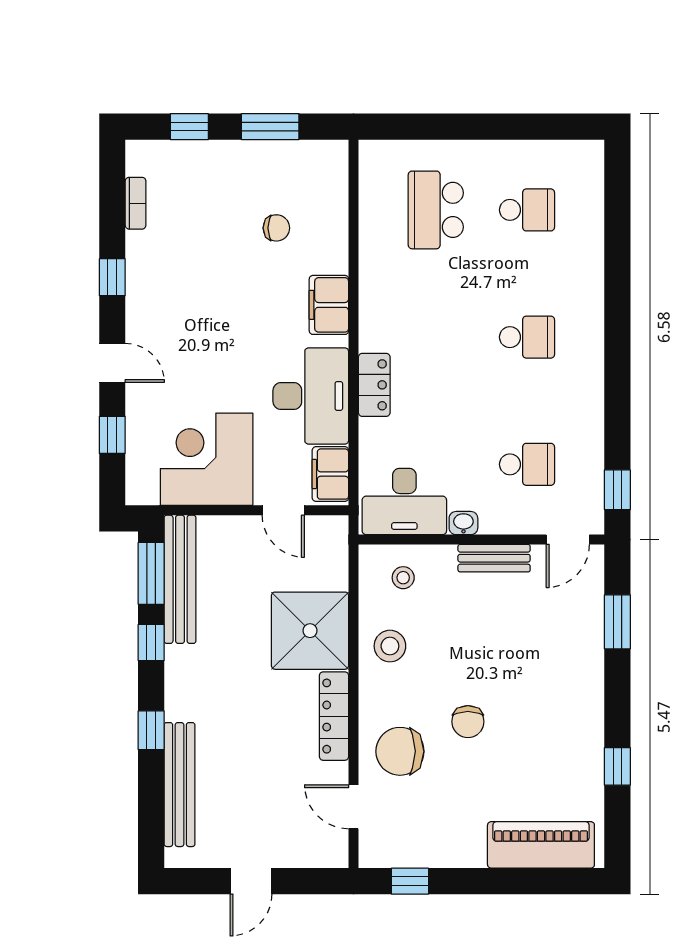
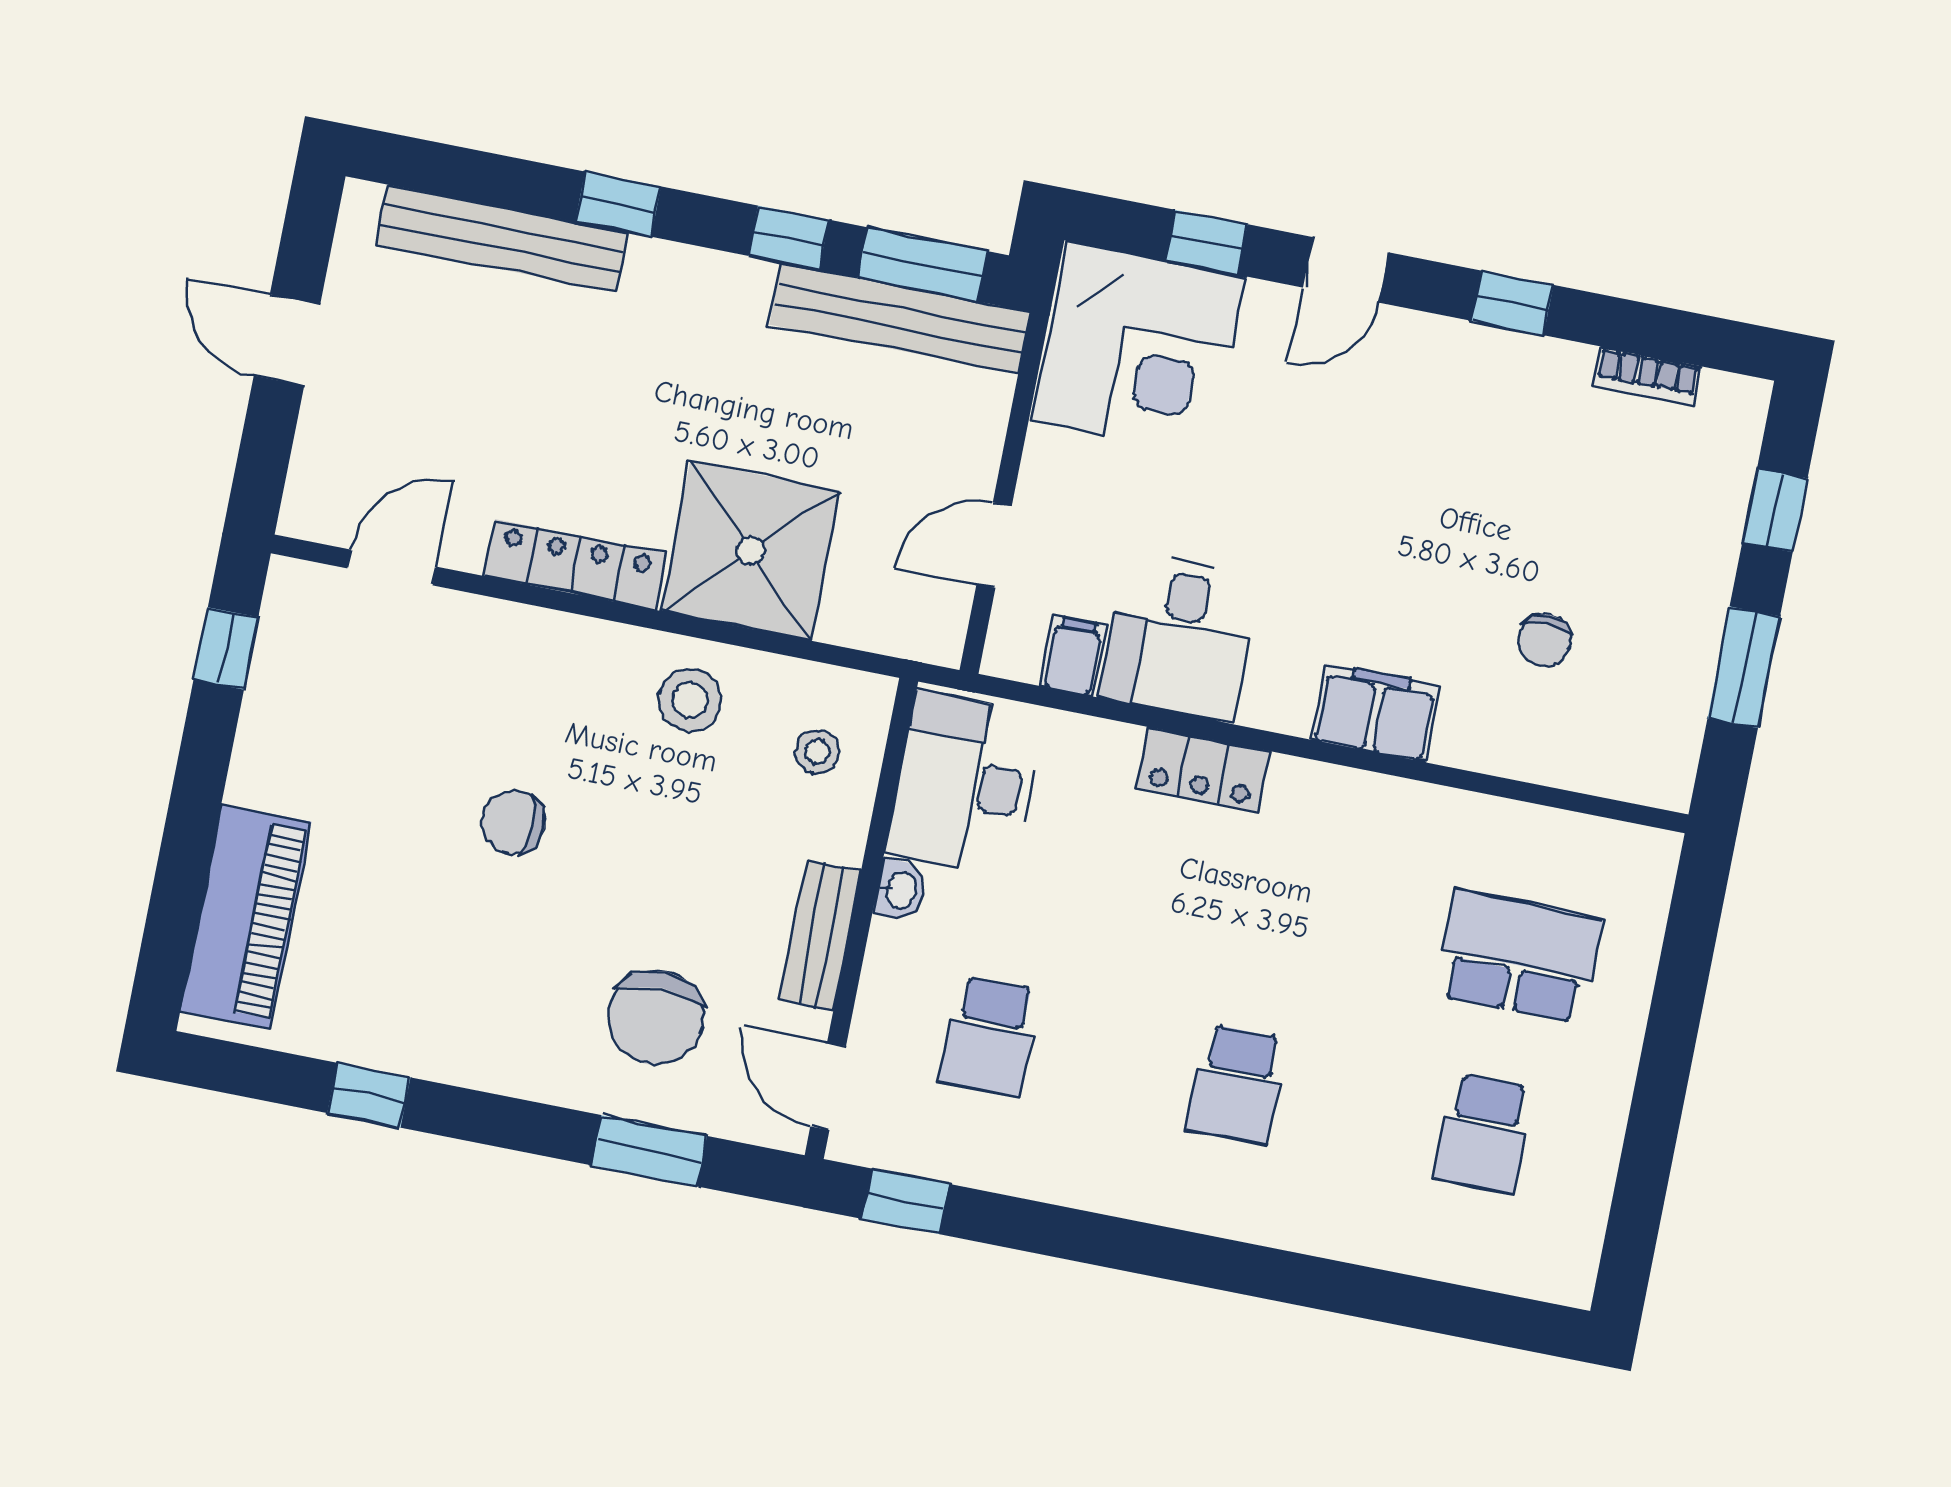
desk: (311, 396) -> (1180, 638), width x0.73
corner desk: (207, 459) -> (1139, 348), moved, turned 90
filing cabinet: (330, 474) -> (1073, 656), width x0.50
chair: (400, 751) -> (656, 1018), moved, turned 180

